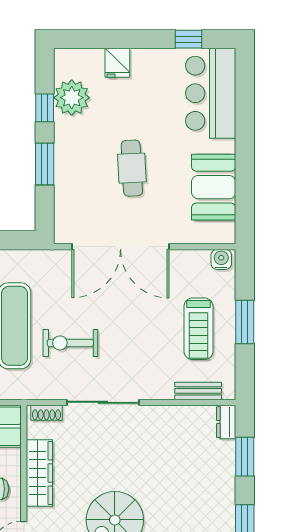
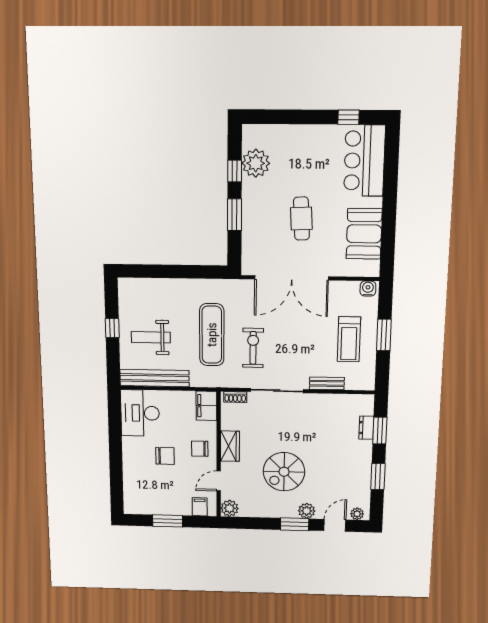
fridge: (117, 63) -> (292, 136), removed
exercise bike: (70, 343) -> (253, 348), turned 90
bench: (198, 391) -> (327, 383), moved
dresser: (226, 422) -> (366, 428), moved
wardrobe: (39, 473) -> (230, 446), width x0.67

